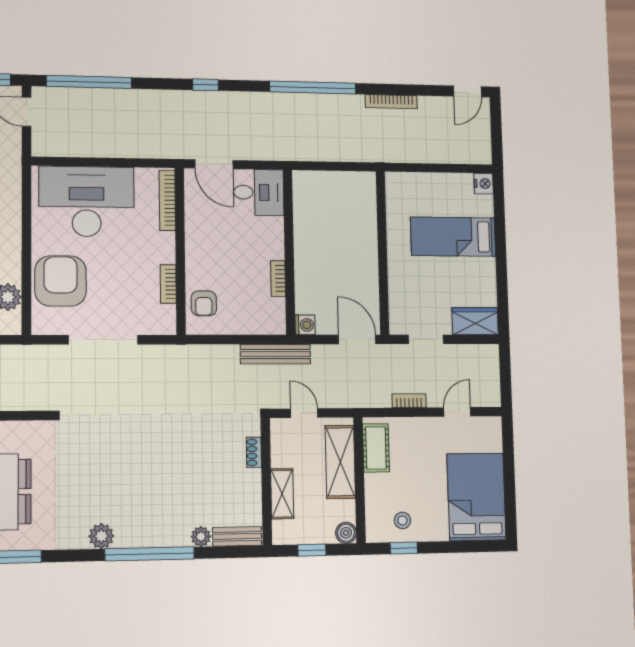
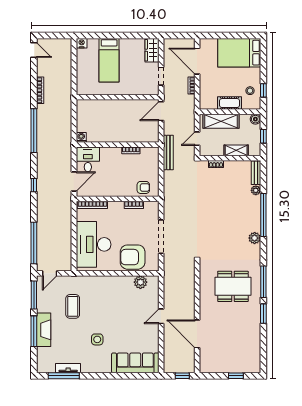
washing machine: (305, 325) -> (81, 137), moved
door: (457, 412) -> (197, 61), width x1.87
cot: (376, 448) -> (230, 103), moved

